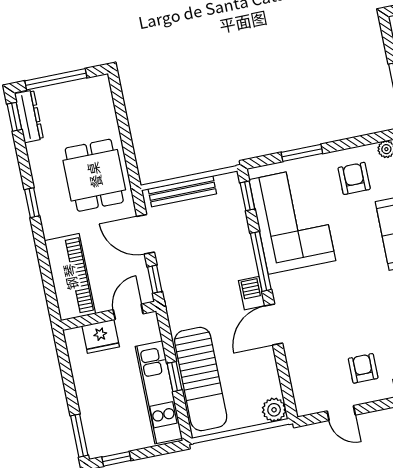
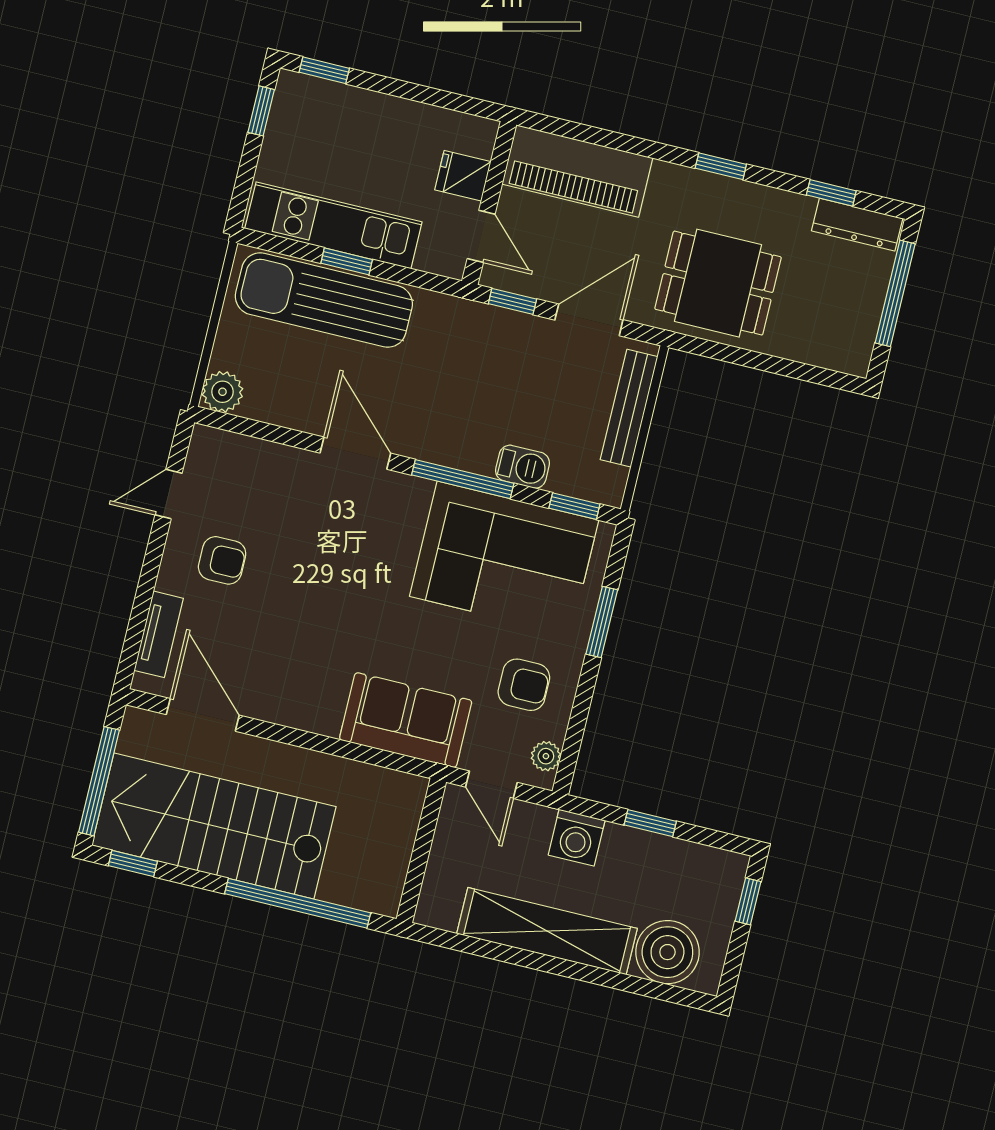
window: (14, 117) -> (831, 193), moved
barbecue: (252, 293) -> (523, 467), moved
fridge: (101, 336) -> (463, 176), width x0.72
window: (79, 436) -> (324, 70), width x0.67

